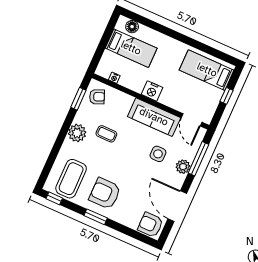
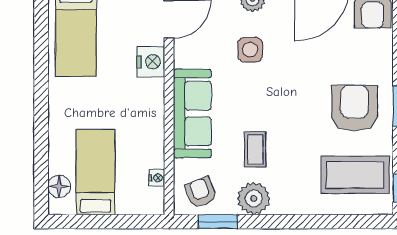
nightstand: (152, 91) -> (151, 62), moved
sofa: (154, 117) -> (192, 114), moved
plant: (77, 133) -> (254, 199), moved
armchair: (105, 193) -> (355, 108), turned 180

